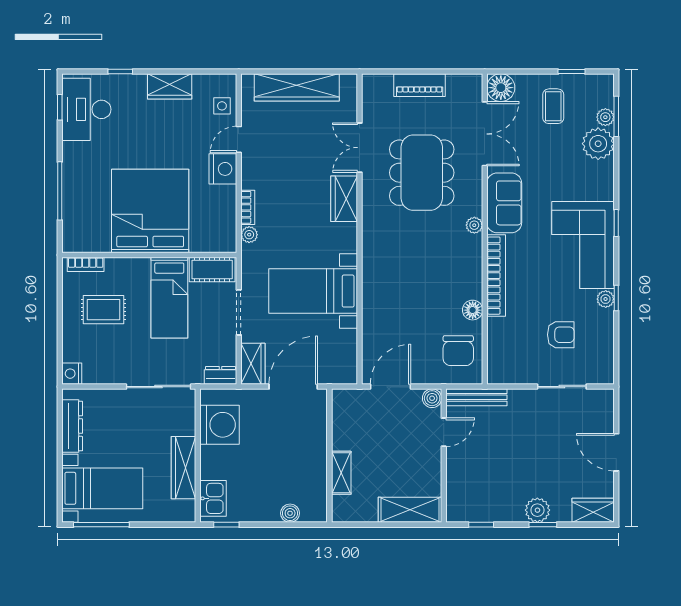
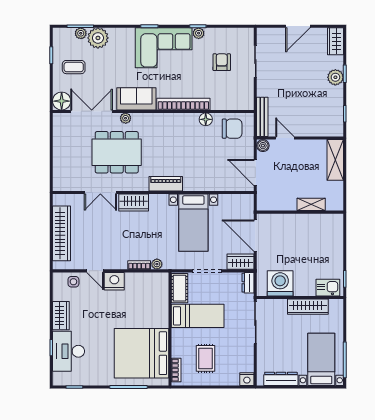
piano: (420, 85) -> (166, 184), moved, turned -90
desk: (86, 109) -> (68, 351), moved, turned 90
bed: (150, 211) -> (142, 353), moved
plant: (474, 225) -> (126, 118), moved
boiler: (290, 513) -> (337, 238), removed

